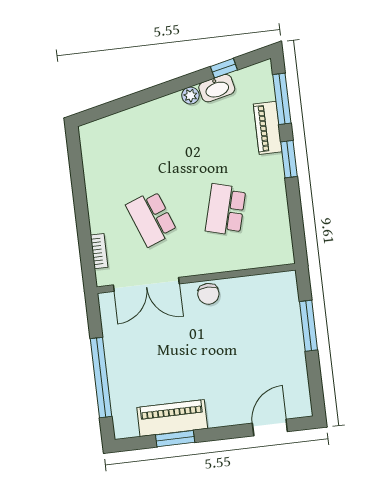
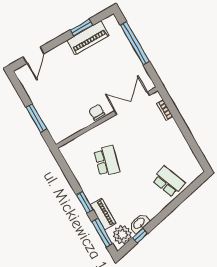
plant: (190, 96) -> (122, 235), moved, width x1.87, depth x1.87
school desk: (152, 218) -> (169, 182), moved

